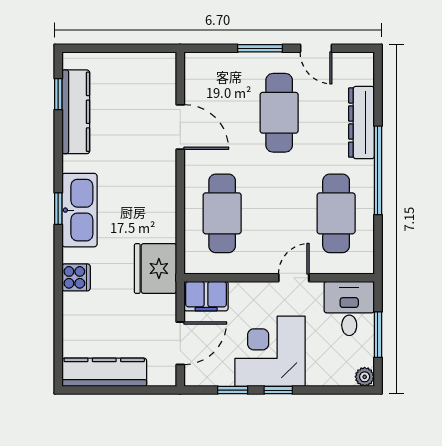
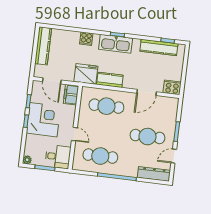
cooker: (162, 71) -> (172, 87), added
dresser: (361, 123) -> (154, 174), moved
kitchen counter: (162, 213) -> (110, 80), added

